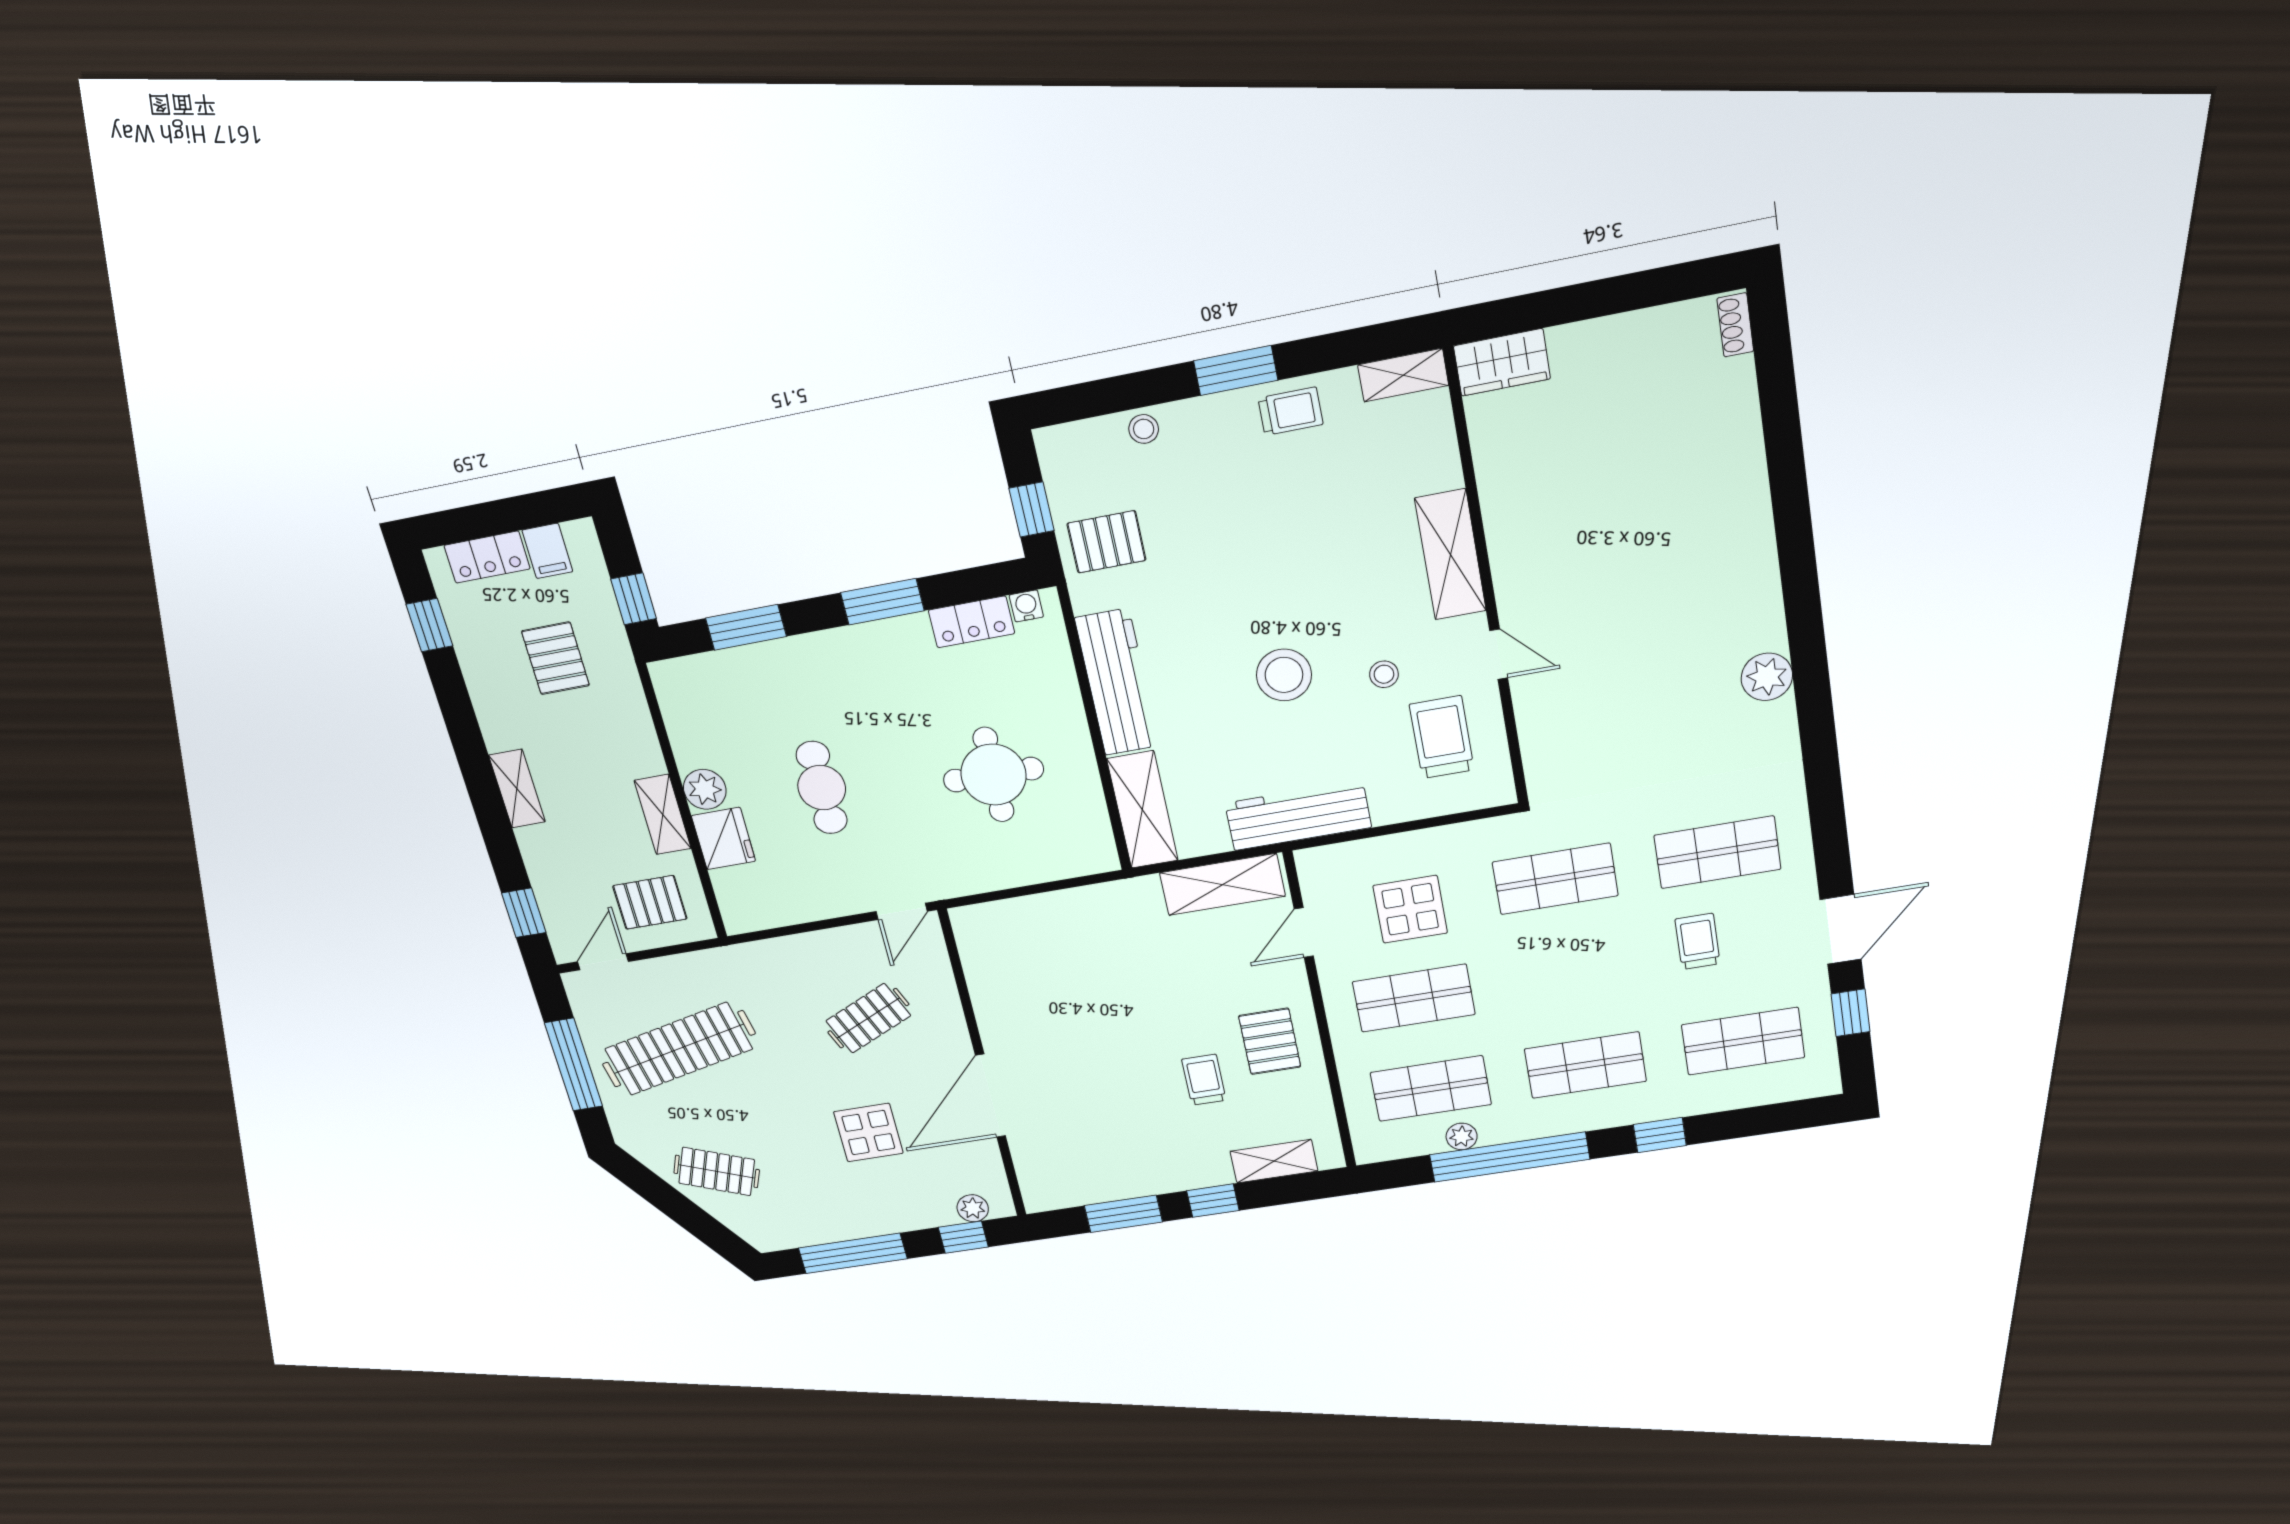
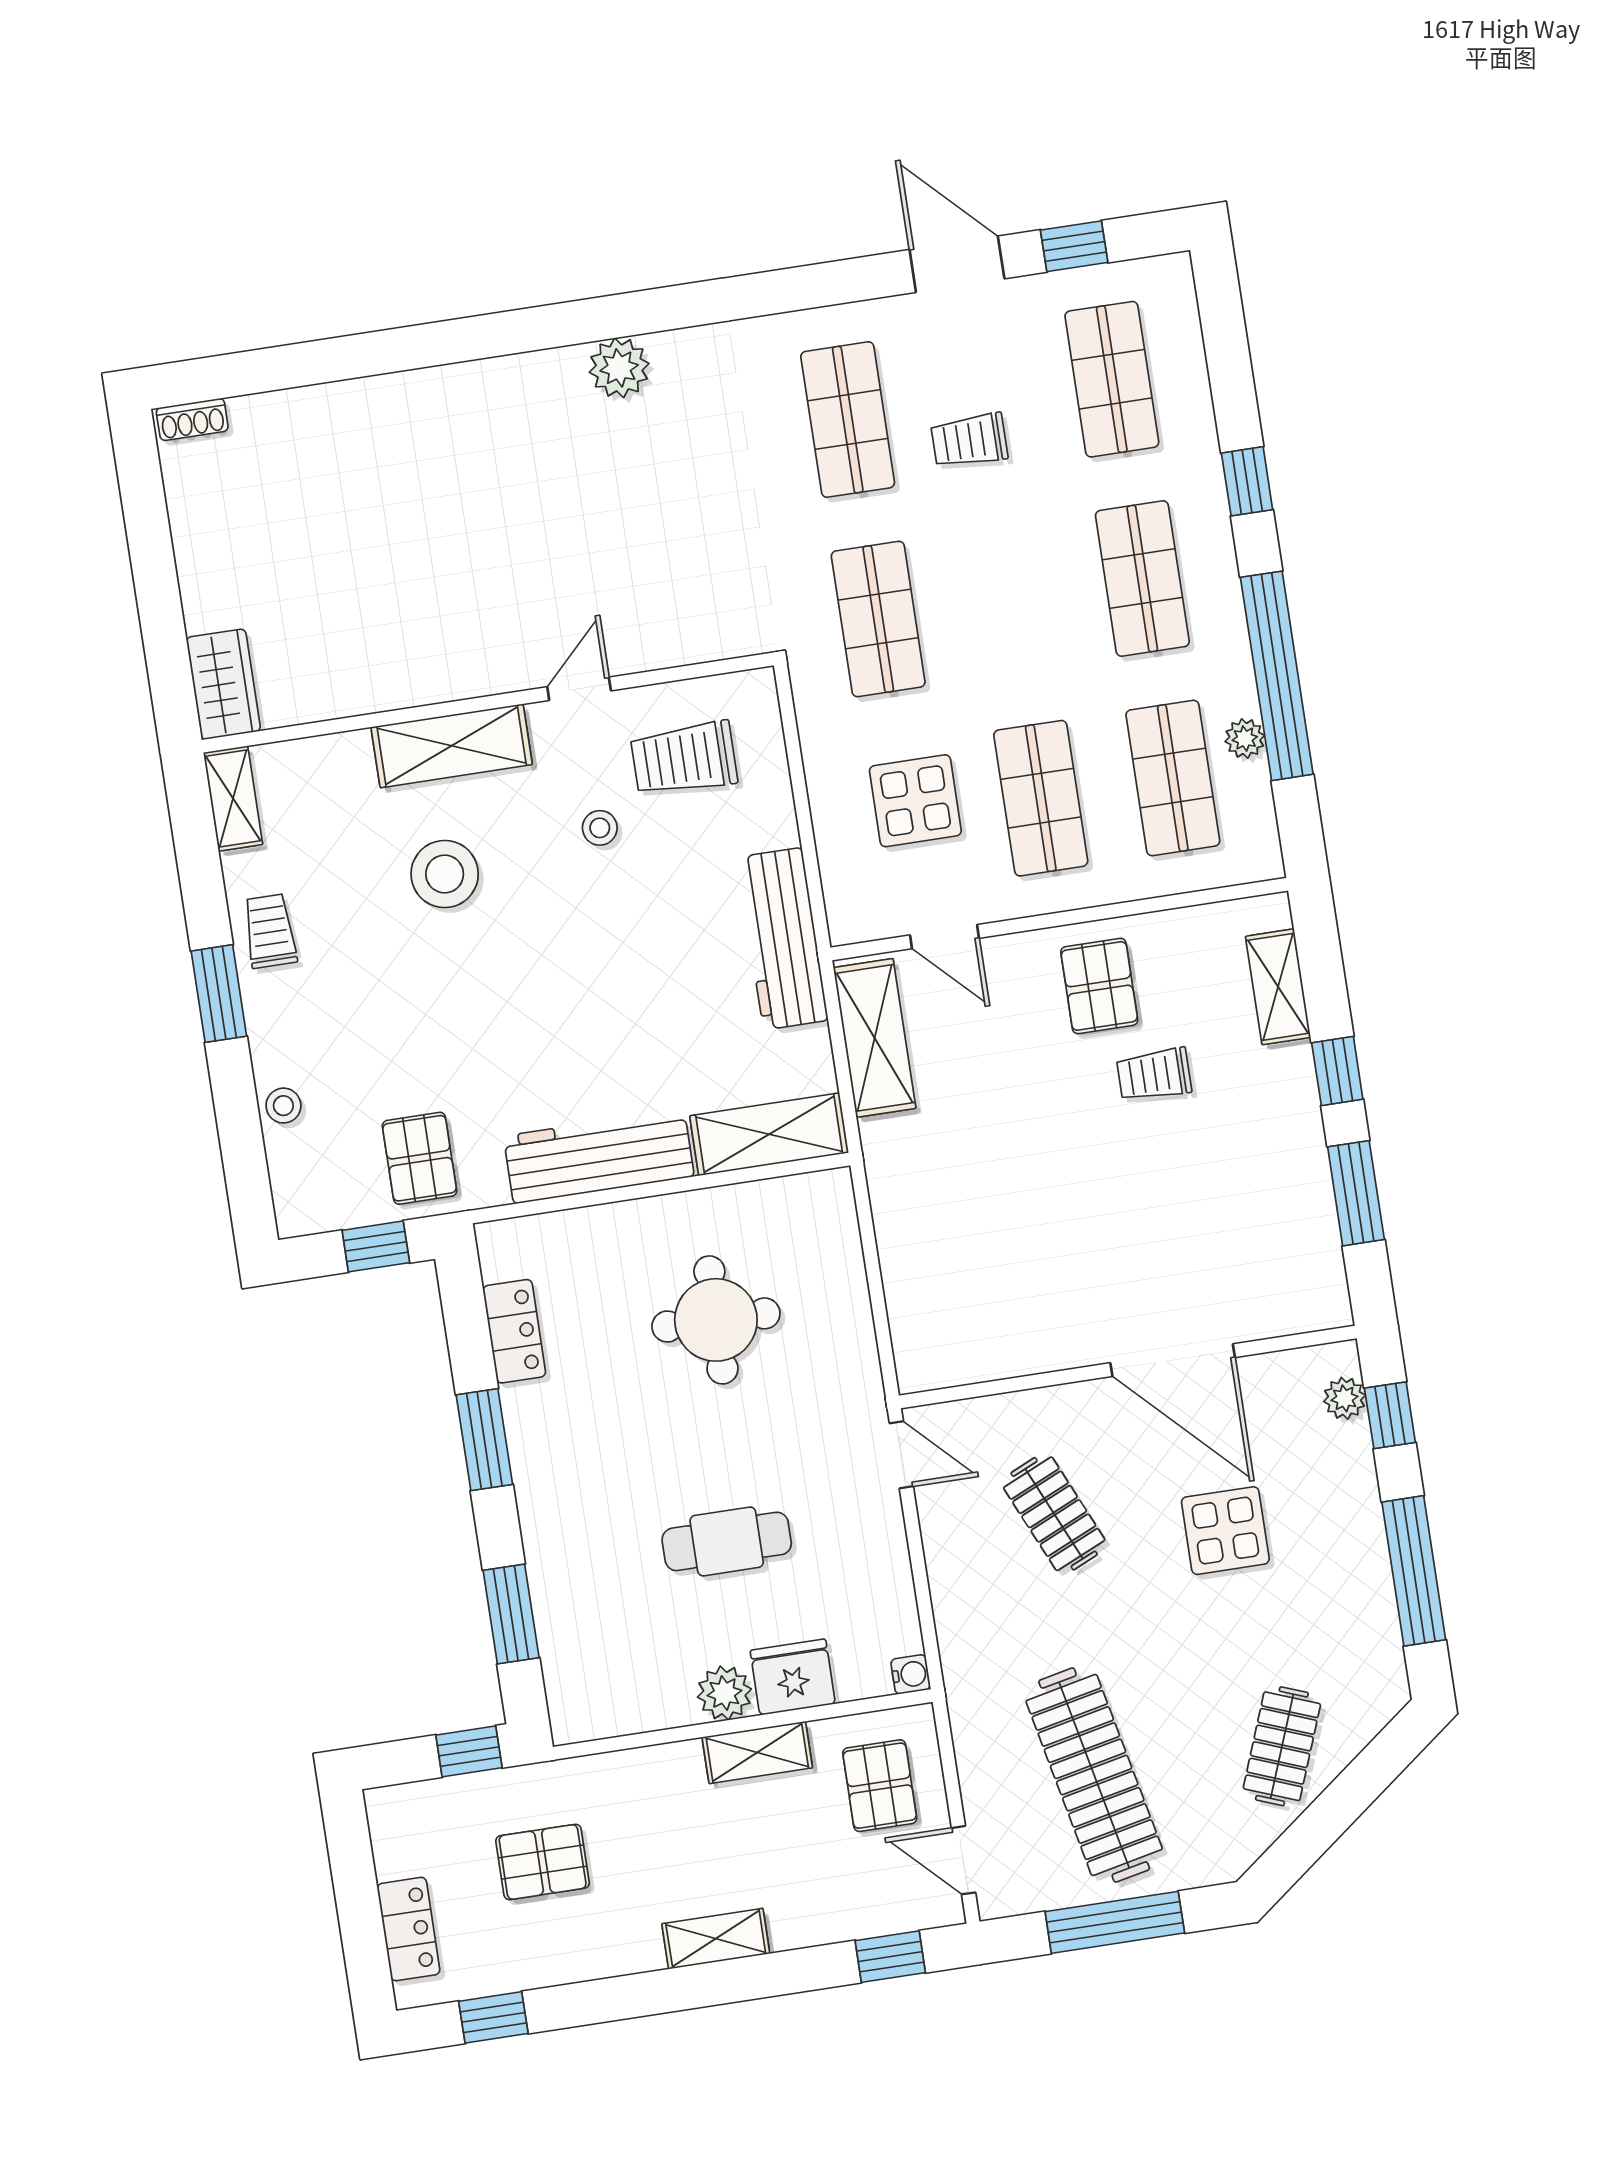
filing cabinet: (547, 551) -> (404, 1852), removed
water cooler: (1026, 606) -> (911, 1674), moved, turned 180
stool: (1284, 675) -> (445, 874), moved
pallet: (1270, 1041) -> (1099, 986), turned 90

